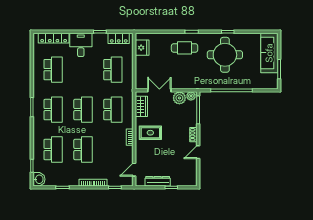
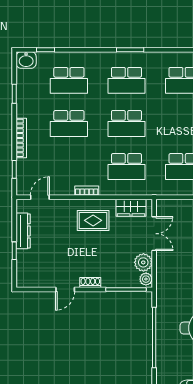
rug: (150, 133) -> (93, 220), turned 90
door: (198, 152) -> (65, 289), swing flipped
door: (134, 170) -> (40, 197), hinge flipped

